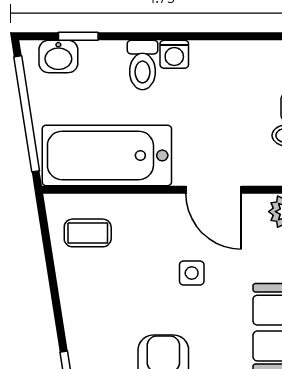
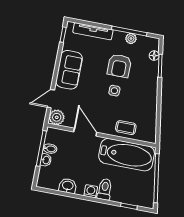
washbasin: (58, 56) -> (68, 186), moved
coffee table: (88, 233) -> (126, 128), moved
side table: (192, 273) -> (114, 91), moved

